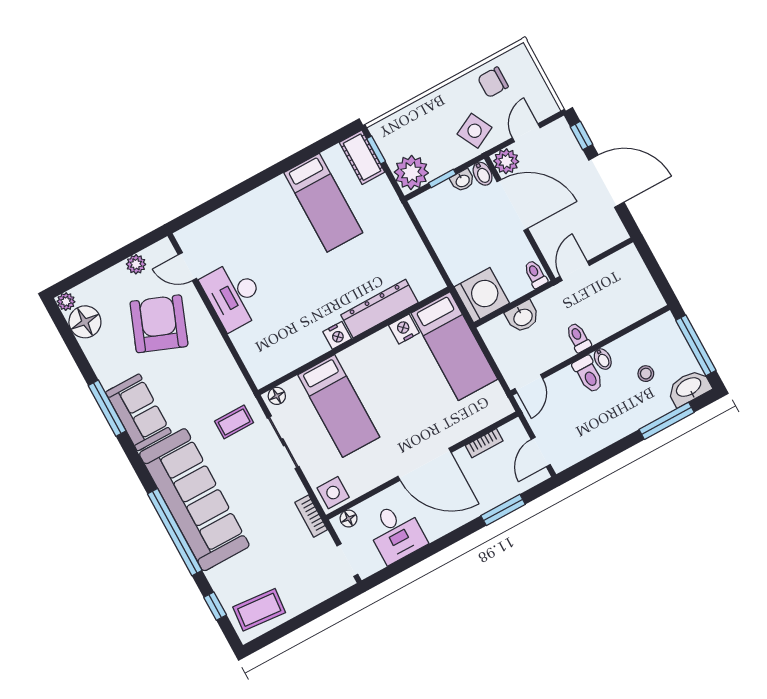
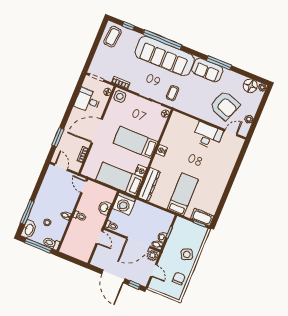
side table: (475, 131) -> (187, 254), moved
plant: (411, 172) -> (181, 226), removed
door: (606, 181) -> (113, 276), hinge flipped
bed: (323, 203) -> (183, 194), moved, turned 90
dresser: (379, 309) -> (149, 184), moved
toilet: (588, 374) -> (51, 243), moved
bed: (339, 406) -> (135, 142), moved

